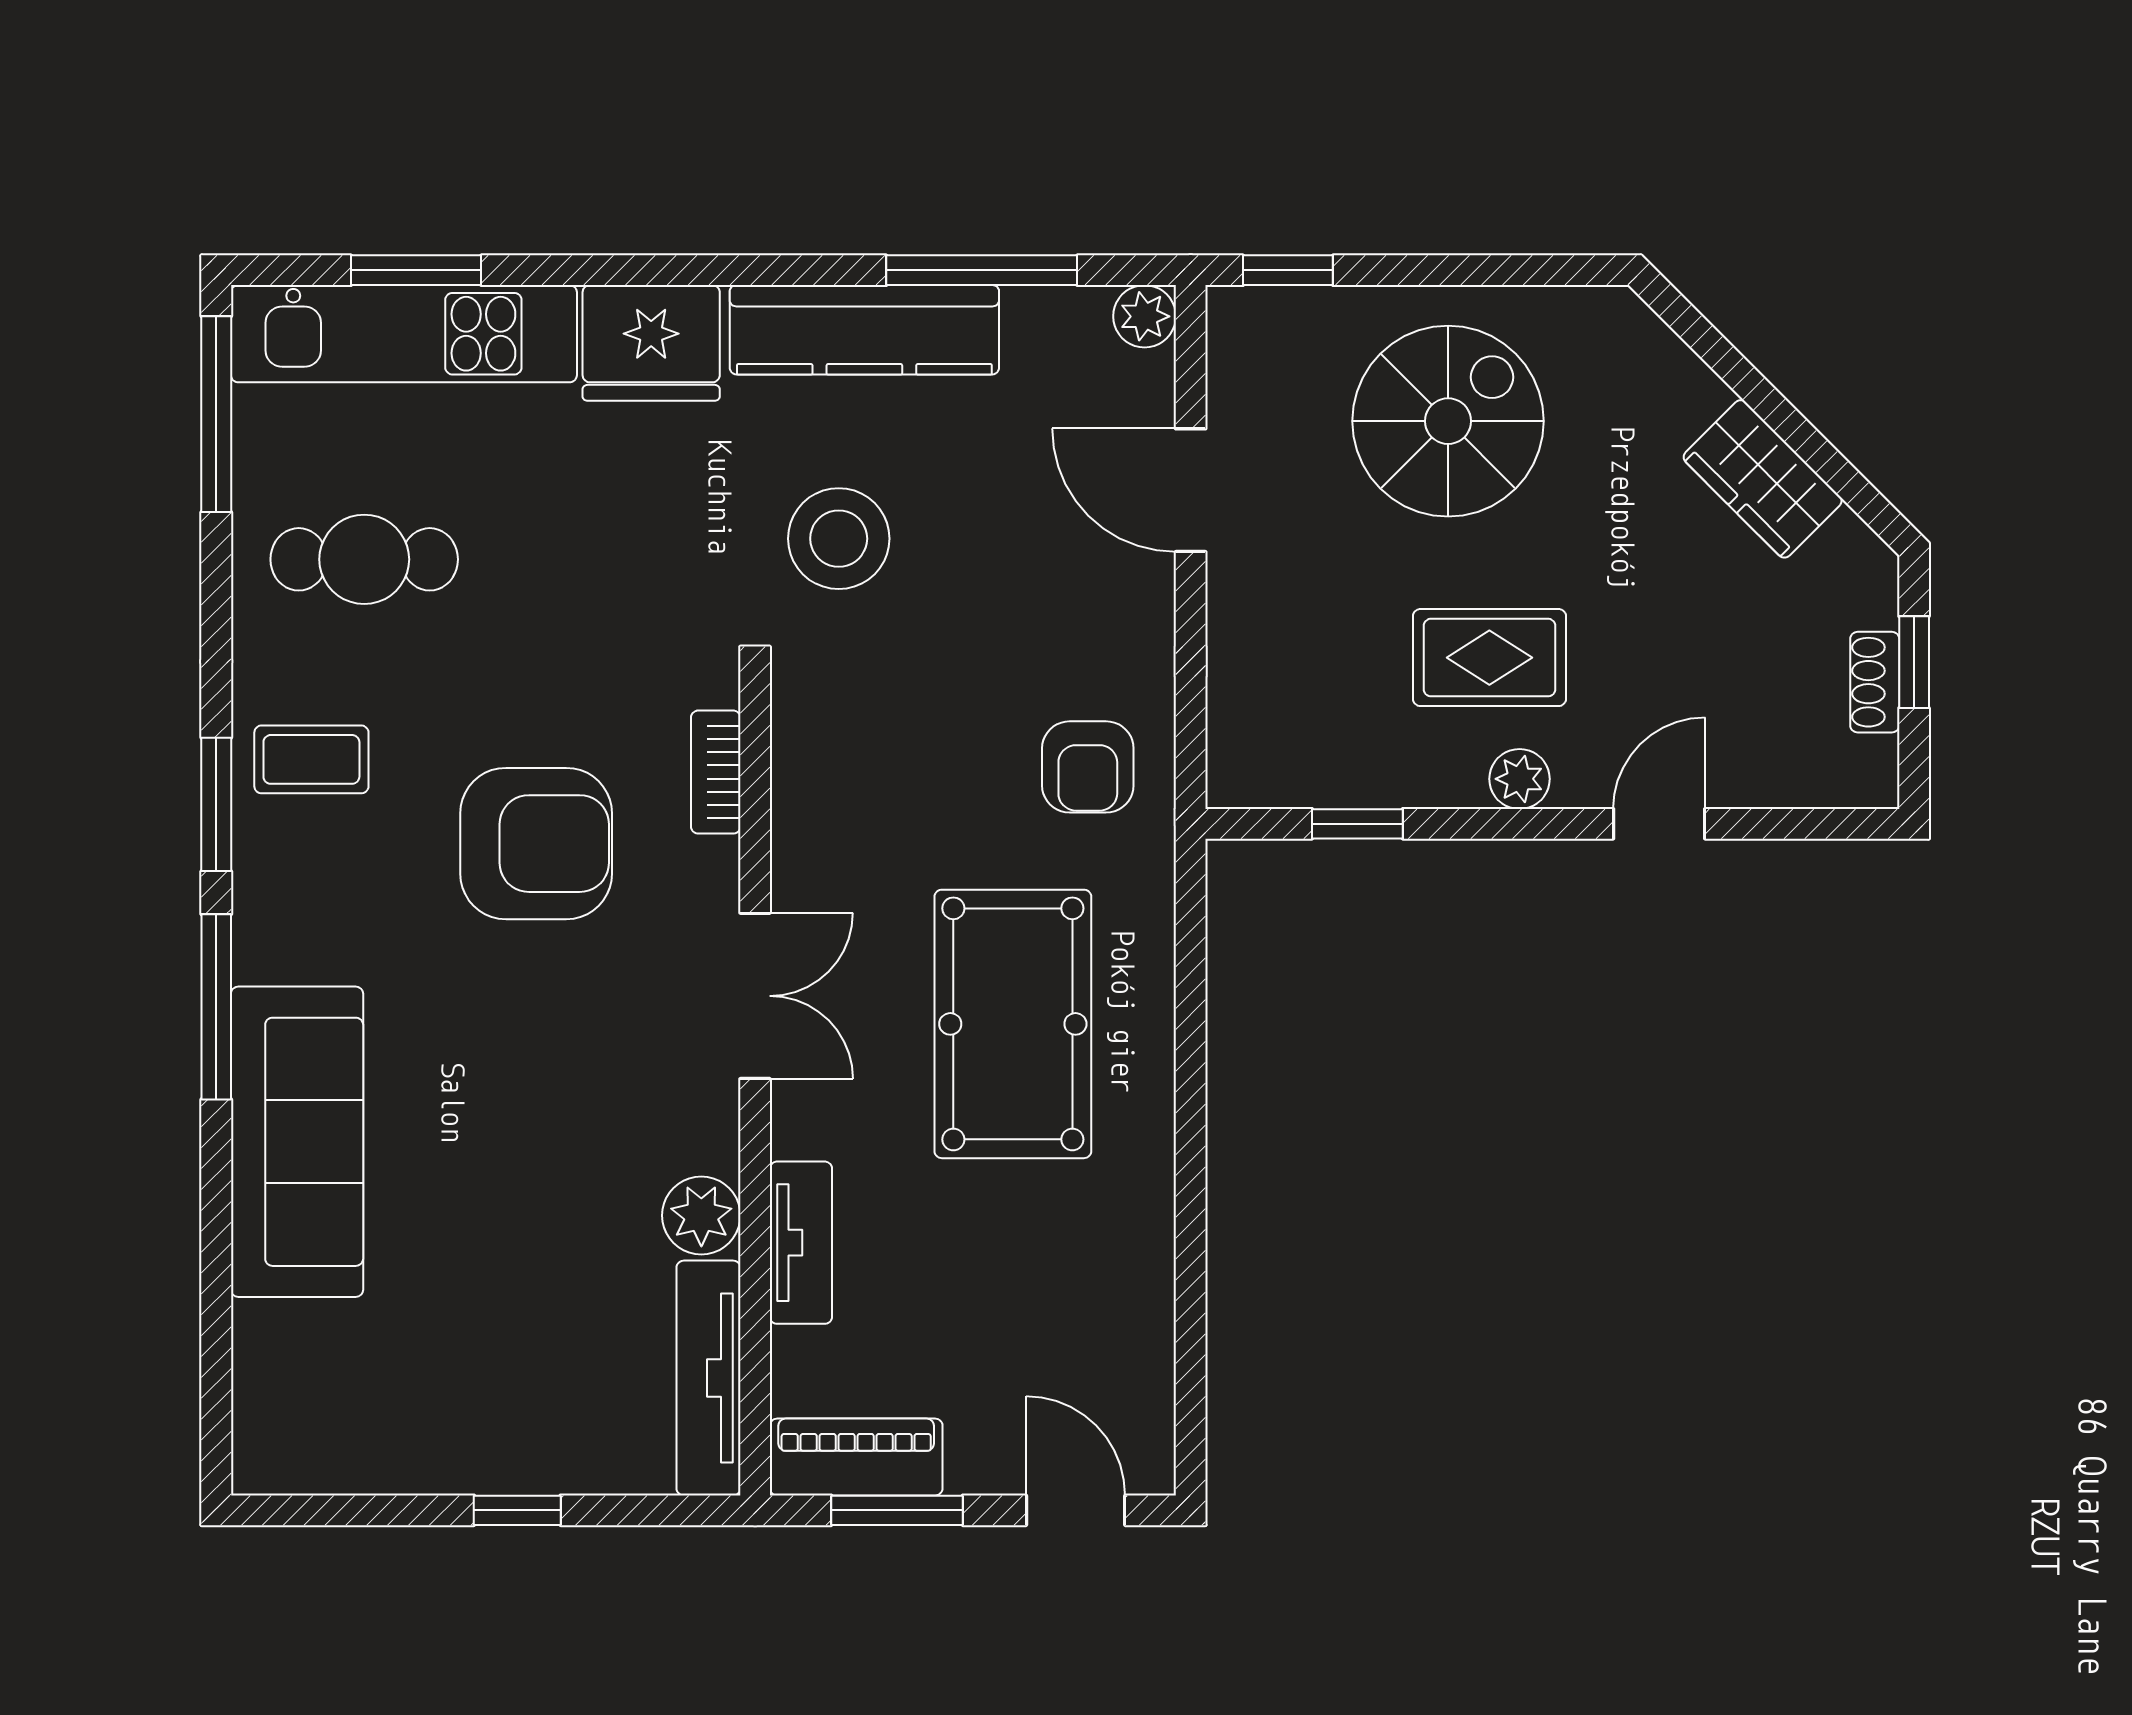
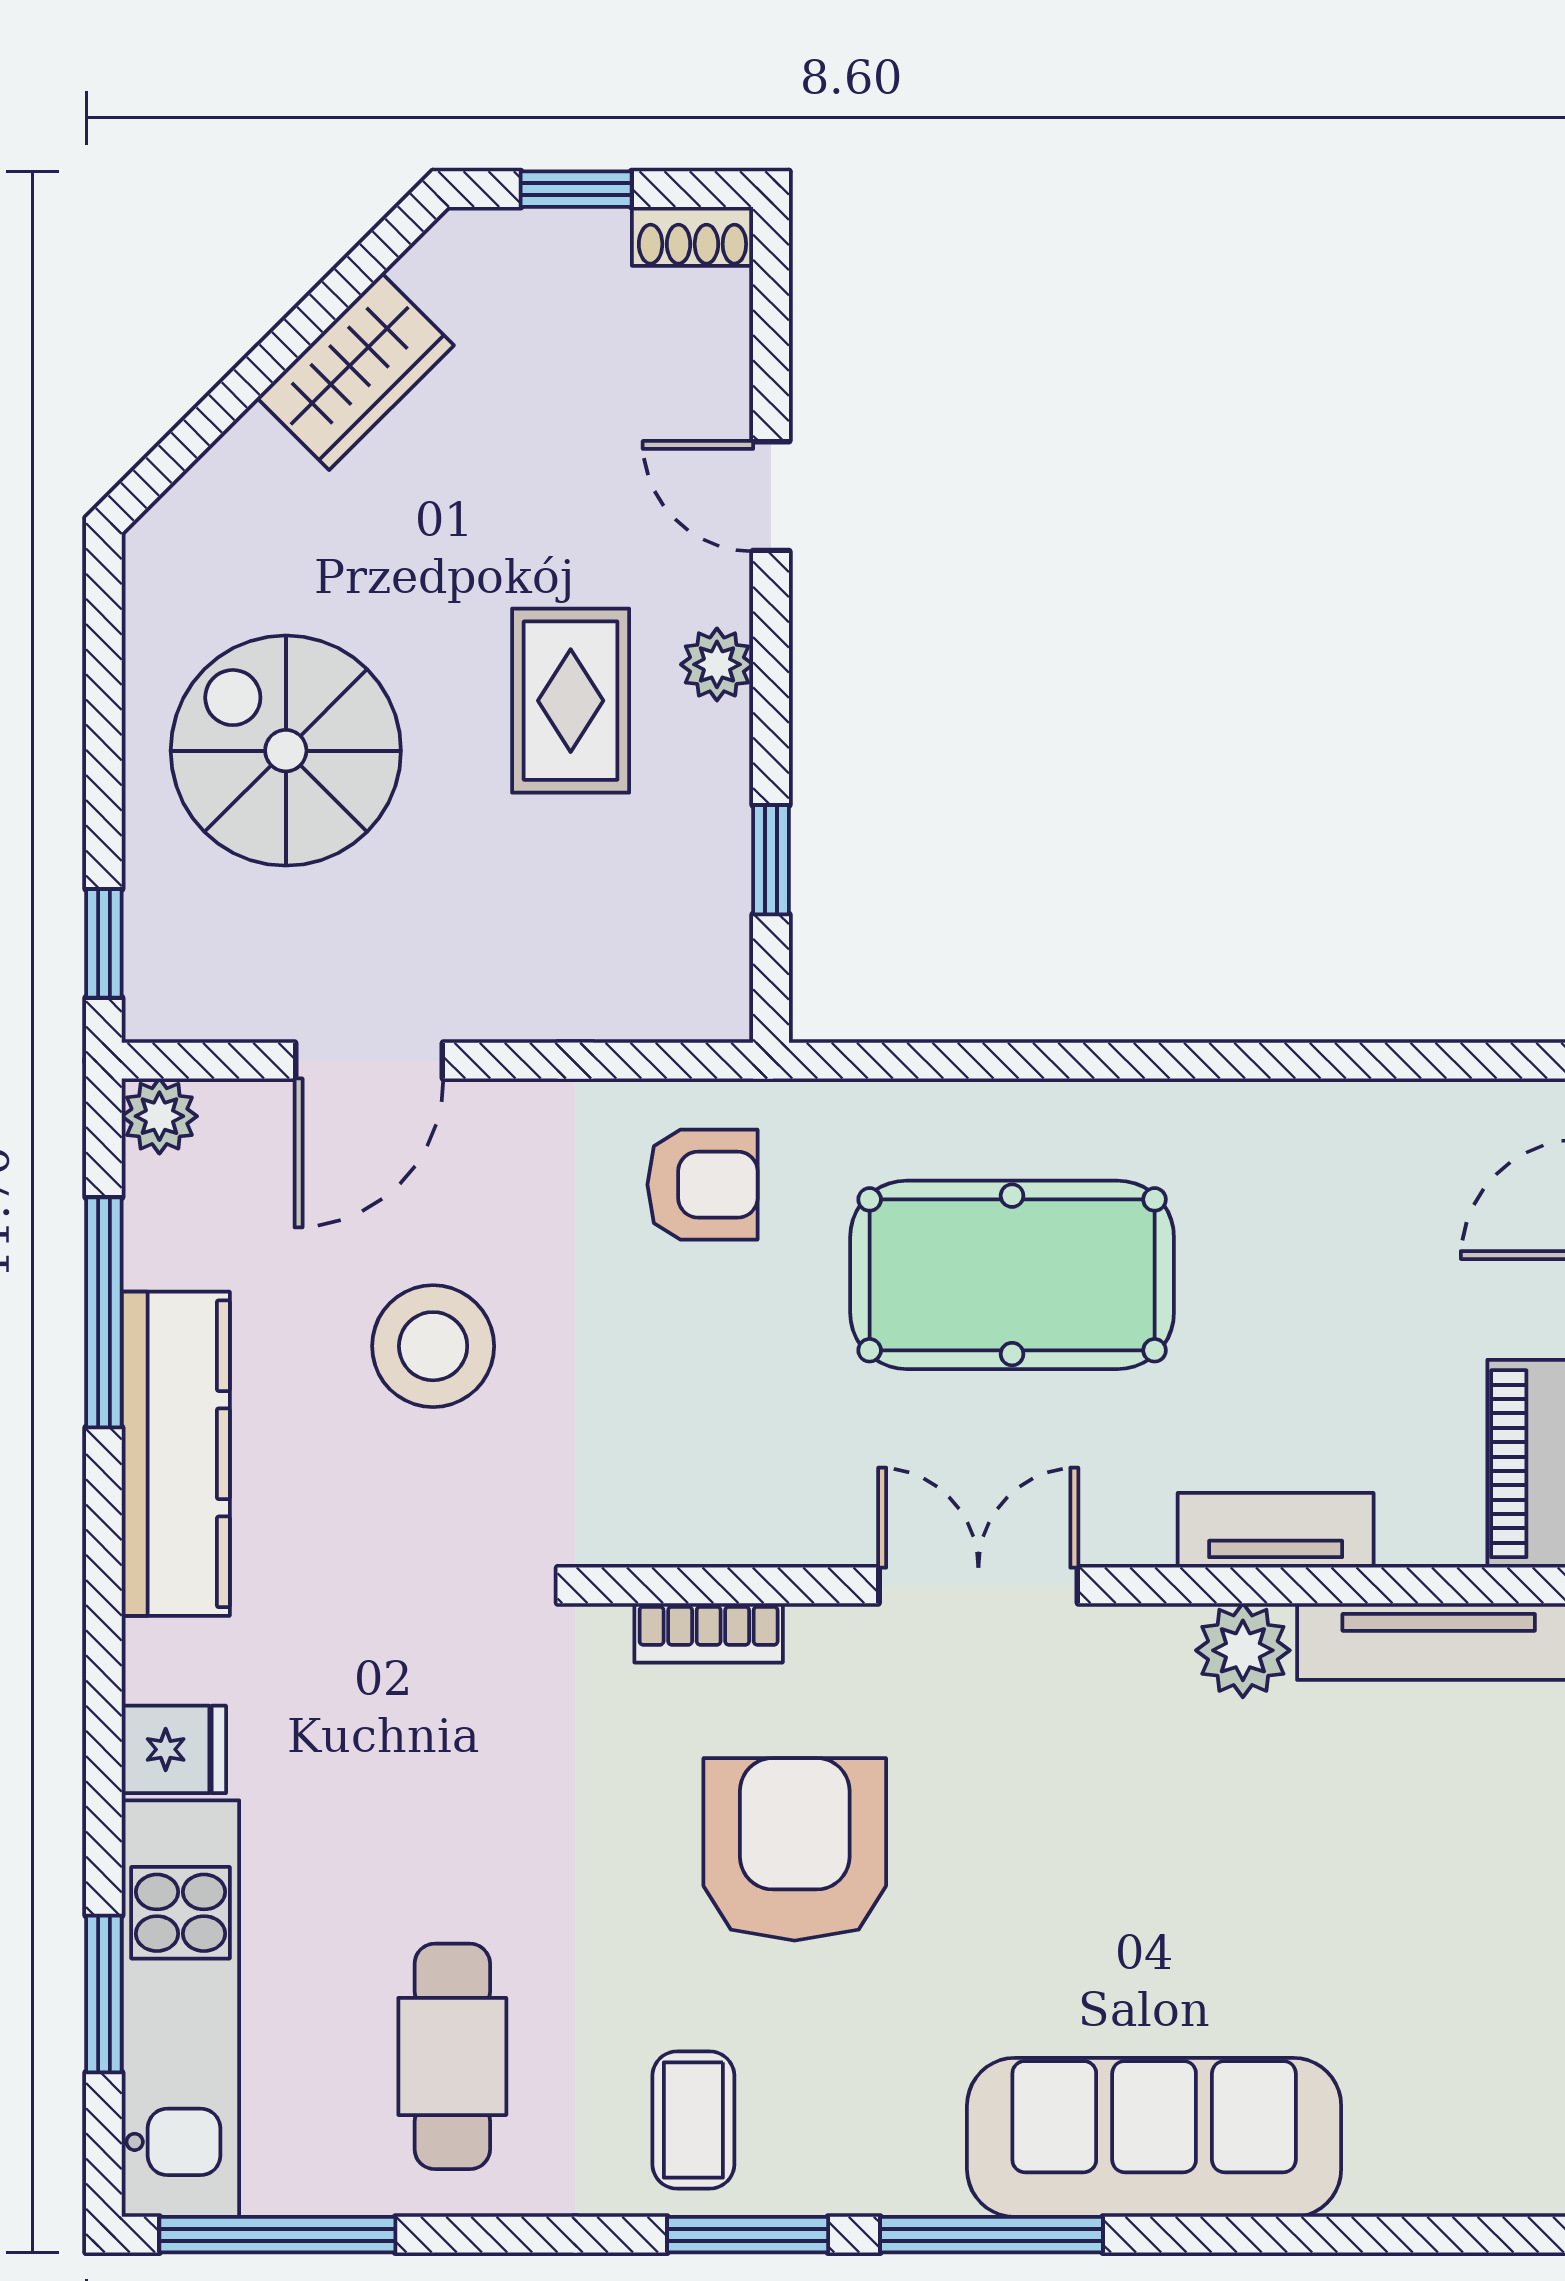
fridge: (651, 343) -> (174, 1749), width x0.53, depth x0.75
stool: (839, 539) -> (433, 1346), moved
shoe rack: (1875, 682) -> (692, 236), moved

